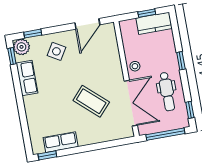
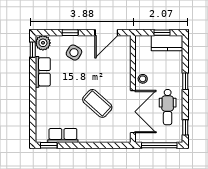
window: (33, 34) -> (70, 33), moved

